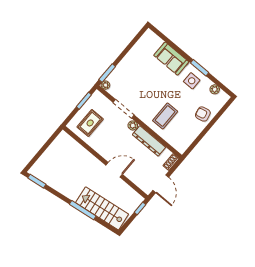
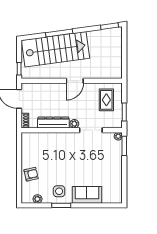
coffee table: (165, 116) -> (57, 150), removed
door: (114, 170) -> (75, 81), moved
stairs: (102, 208) -> (56, 49), width x1.36, depth x1.51

